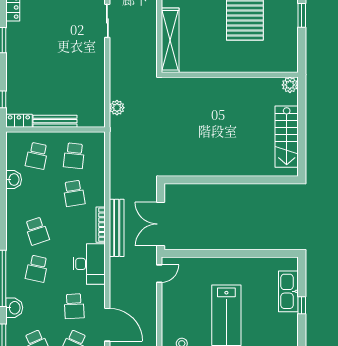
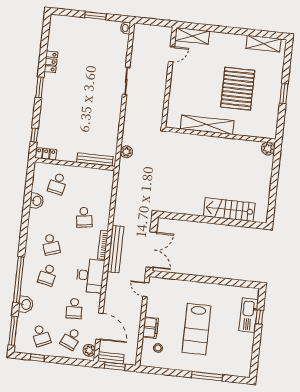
shelving: (170, 40) -> (207, 125), moved, turned 90
bench: (55, 121) -> (95, 159), moved
stairs: (287, 137) -> (229, 210), moved, turned 90
school desk: (74, 156) -> (87, 187), removed
double door: (161, 224) -> (151, 250), swing flipped
door: (159, 274) -> (146, 290), swing flipped
window: (302, 305) -> (259, 317), moved
filing cabinet: (170, 320) -> (150, 328), added

